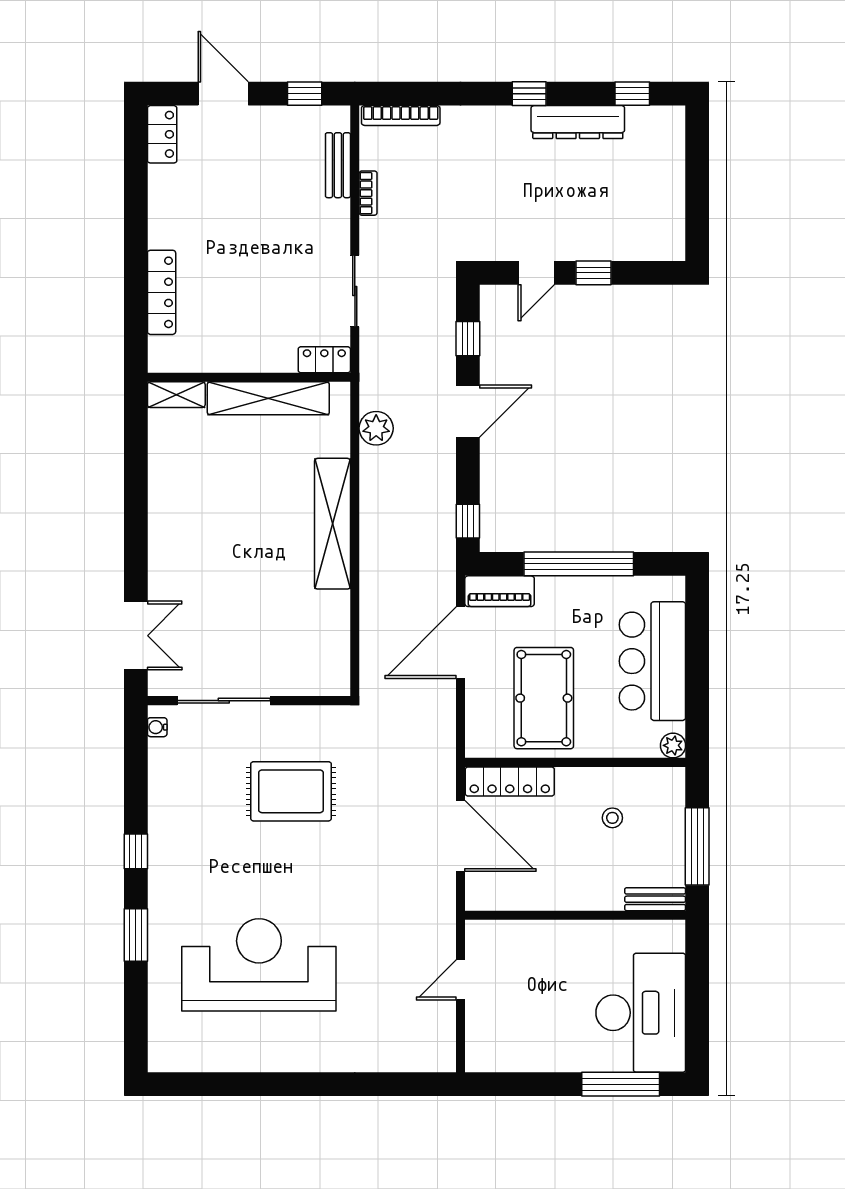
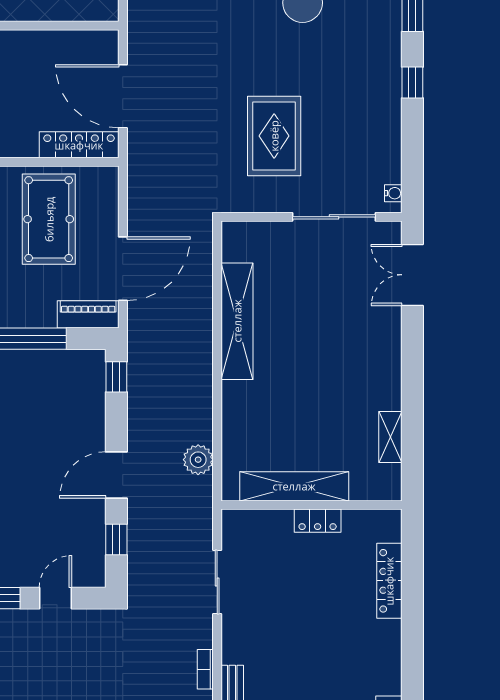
locker: (324, 360) -> (318, 521), moved
shelving: (176, 395) -> (390, 437), moved, turned 90
shelving: (333, 524) -> (237, 321), moved
rug: (291, 791) -> (274, 136), turned 90

